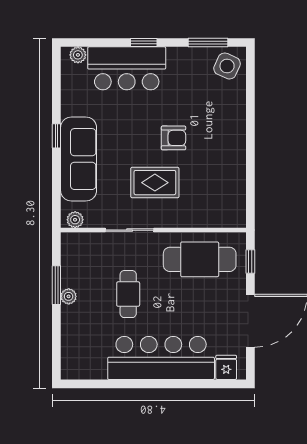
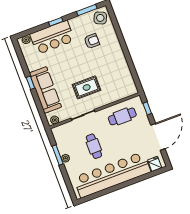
armchair: (173, 138) -> (92, 41), moved
cafe table: (200, 259) -> (122, 116), width x0.73, depth x0.74
bar counter: (161, 358) -> (112, 175), width x1.36

